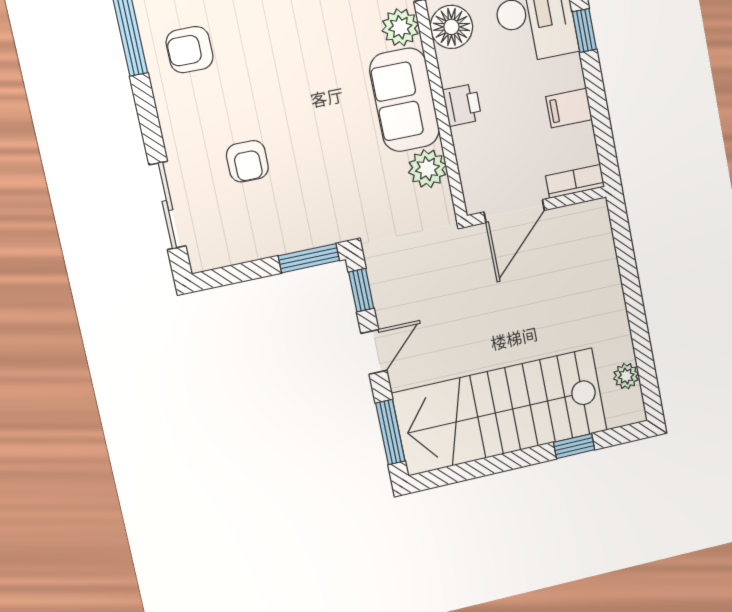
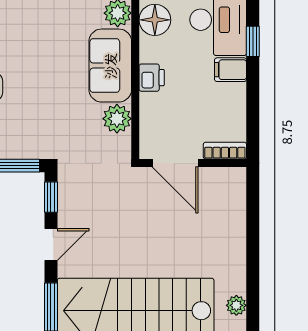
filing cabinet: (569, 108) -> (231, 70), moved
door: (514, 211) -> (175, 163), hinge flipped

